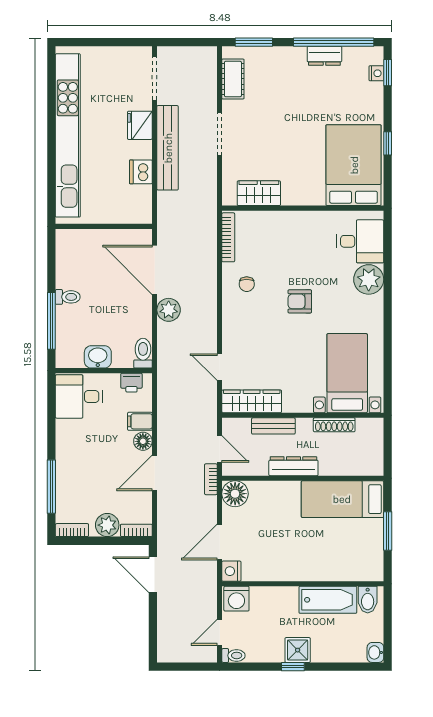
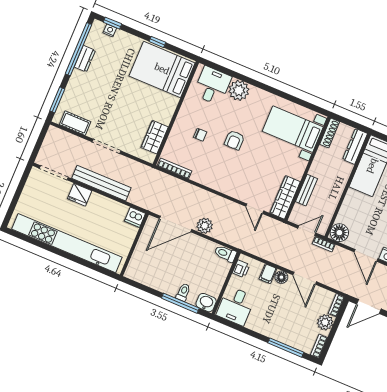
dishwasher: (141, 172) -> (135, 217), moved
chair: (247, 284) -> (200, 135), moved
toilet: (68, 297) -> (183, 292), moved
washbasin: (98, 357) -> (206, 303), moved, turned 90
door: (220, 367) -> (255, 209), hinge flipped
shoe rack: (334, 425) -> (330, 133), moved
dresser: (293, 466) -> (355, 146), moved

